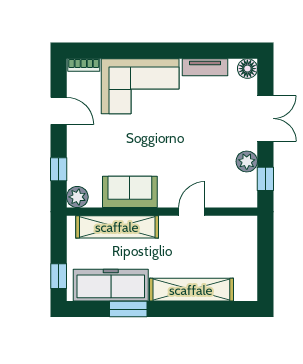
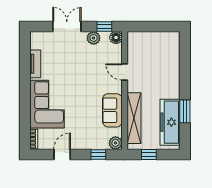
floor lamp: (247, 69) -> (116, 38), moved
window: (59, 276) -> (149, 154), moved
shelving: (191, 290) -> (173, 72), removed

